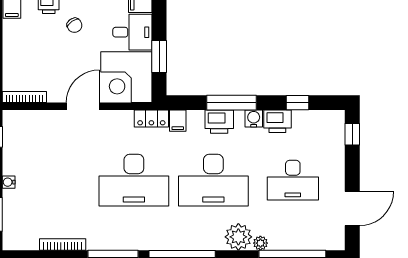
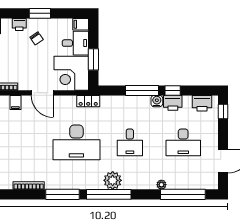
window: (298, 103) -> (173, 90), moved
door: (83, 106) -> (42, 93), swing flipped
filing cabinet: (178, 121) -> (15, 102), moved
printer: (219, 122) -> (202, 103), moved
desk: (213, 180) -> (130, 142), width x0.53, depth x0.77
plant: (238, 237) -> (113, 180), moved

